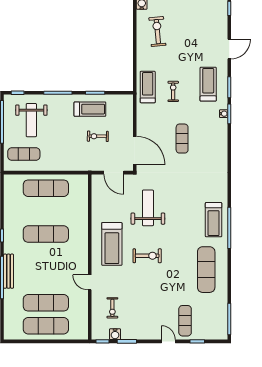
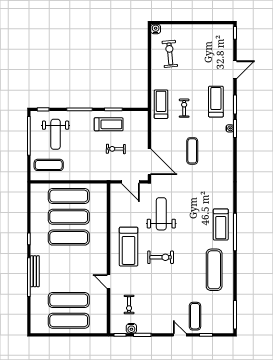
exercise mat: (46, 211) -> (69, 217), added

